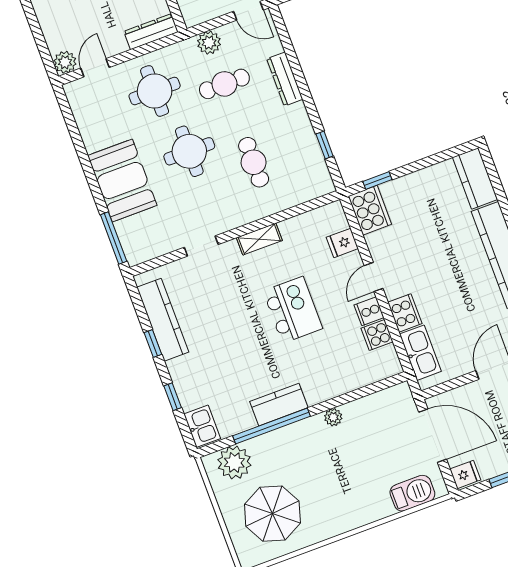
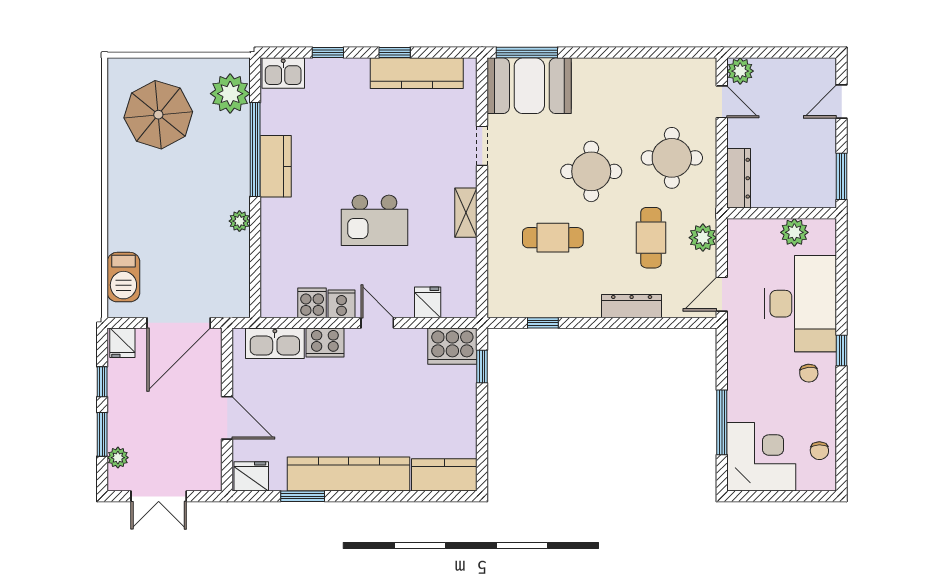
booth: (122, 180) -> (529, 86), moved

